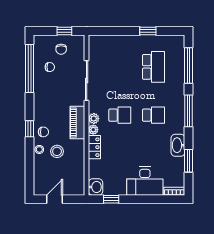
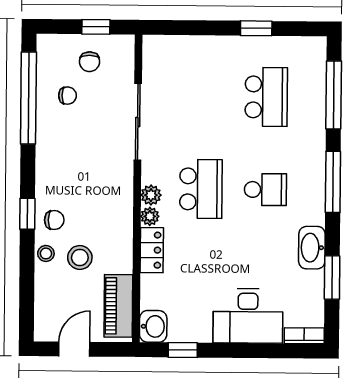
school desk: (120, 115) -> (201, 189), width x1.85
piano: (77, 122) -> (118, 306), moved

